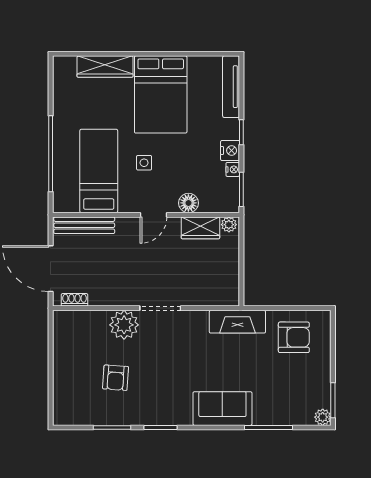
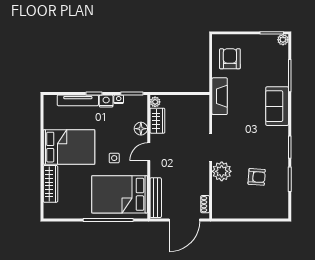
tv unit: (231, 87) -> (78, 100), moved
bed: (99, 171) -> (120, 194), width x1.50
door: (153, 215) -> (149, 152), swing flipped

